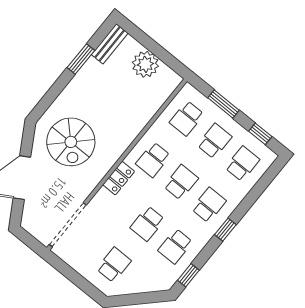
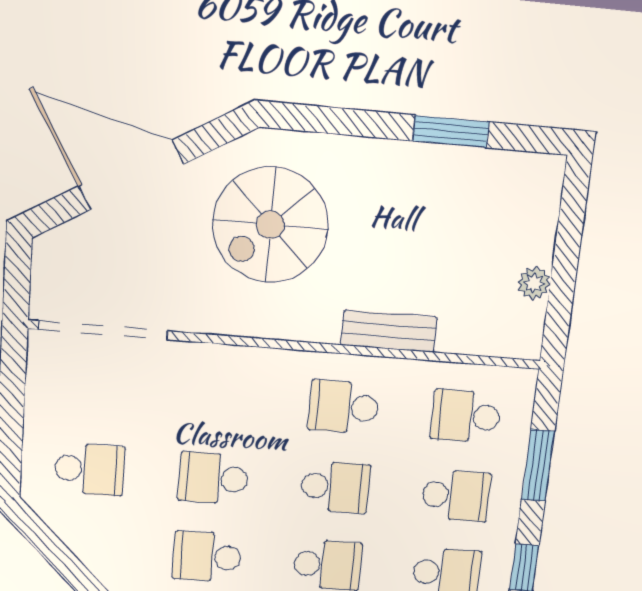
bench: (110, 44) -> (389, 331), moved
plant: (145, 64) -> (534, 283), width x0.53, depth x0.53
locker: (119, 178) -> (263, 366), removed

